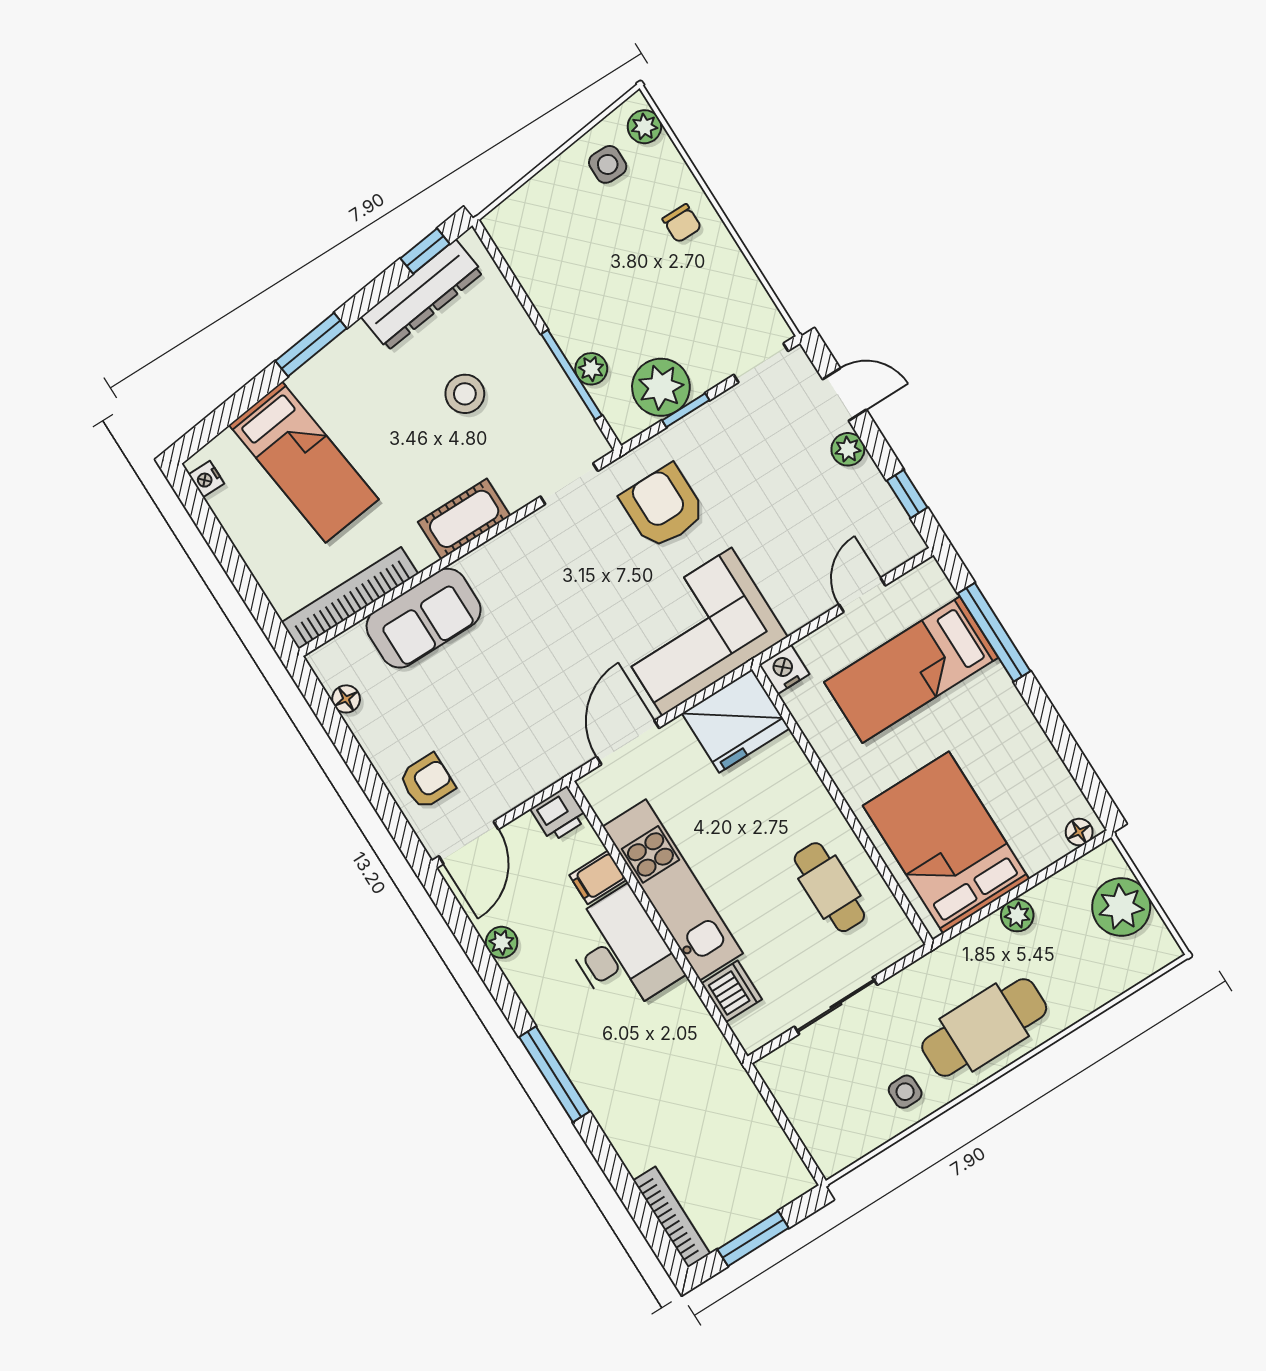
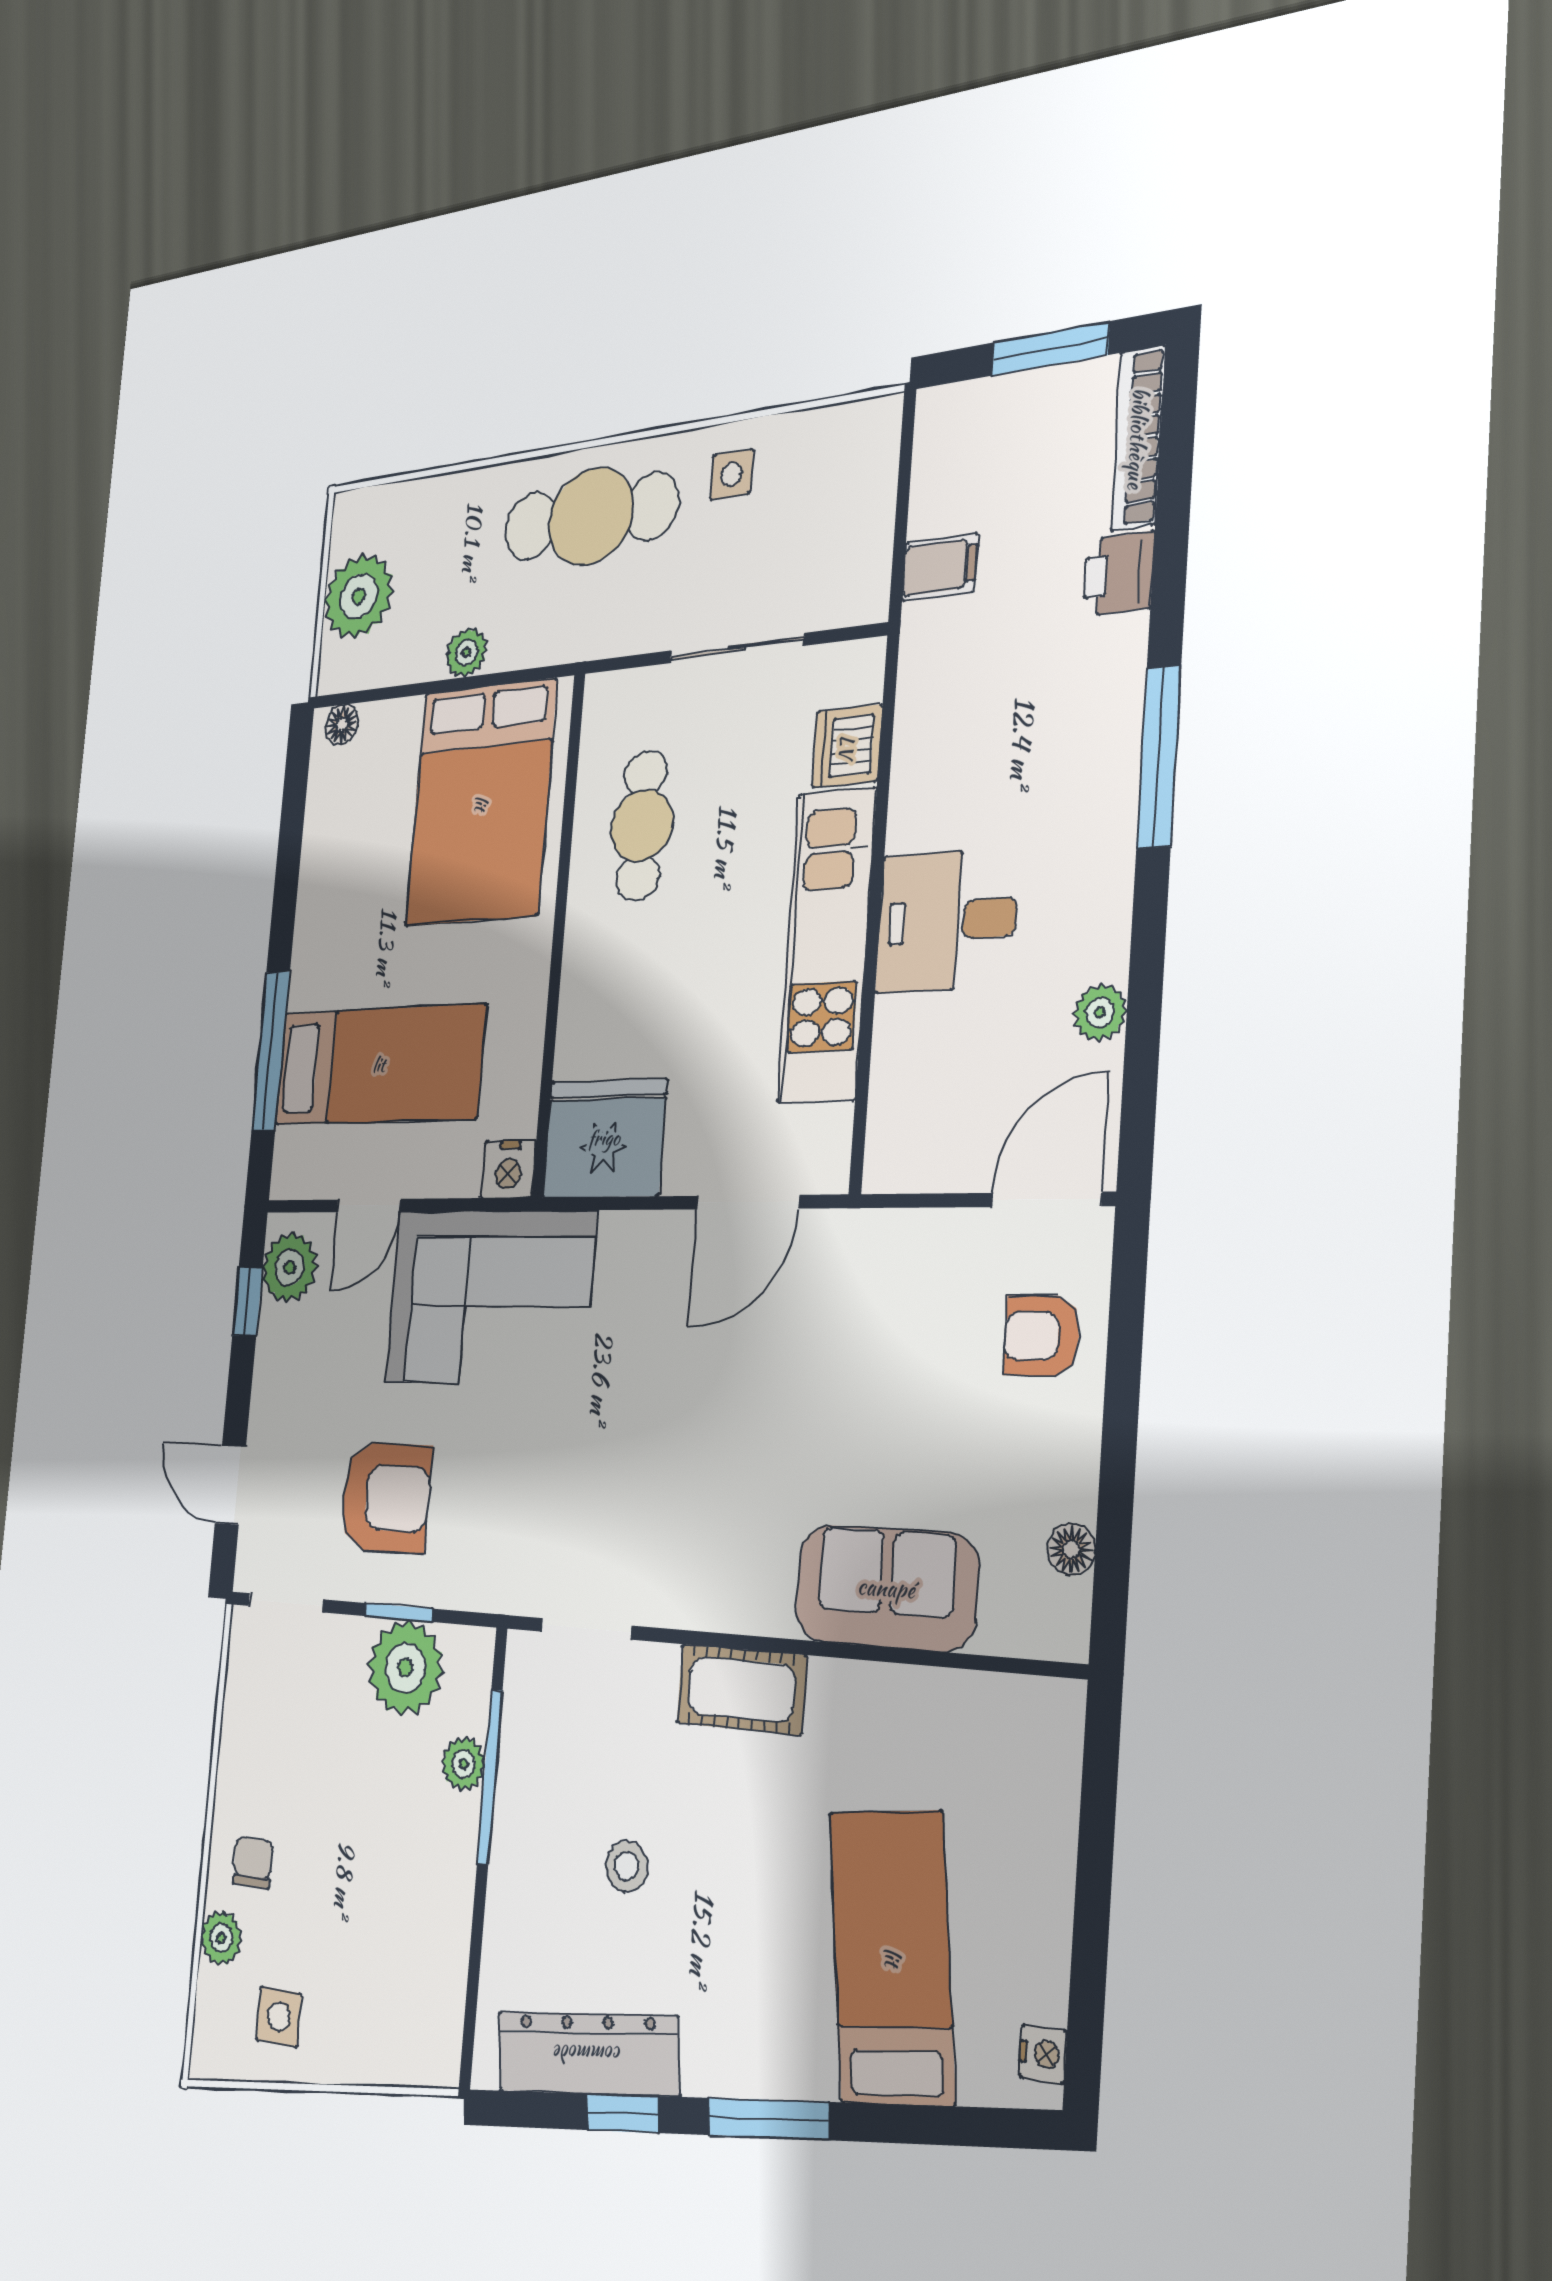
plant: (644, 127) -> (221, 1938), moved
window: (425, 251) -> (623, 2113), moved
stool: (465, 394) -> (627, 1866), width x0.73, depth x0.73
plant: (848, 449) -> (290, 1268), moved, width x1.38, depth x1.38
armchair: (663, 506) -> (385, 1498), moved, turned -90
bookcase: (350, 598) -> (964, 1699), removed
corner sofa: (697, 632) -> (489, 1297), moved
printer: (559, 814) -> (1119, 574), moved, turned -90
filing cabinet: (598, 877) -> (940, 567), moved
desk: (621, 951) -> (947, 921), width x0.73

